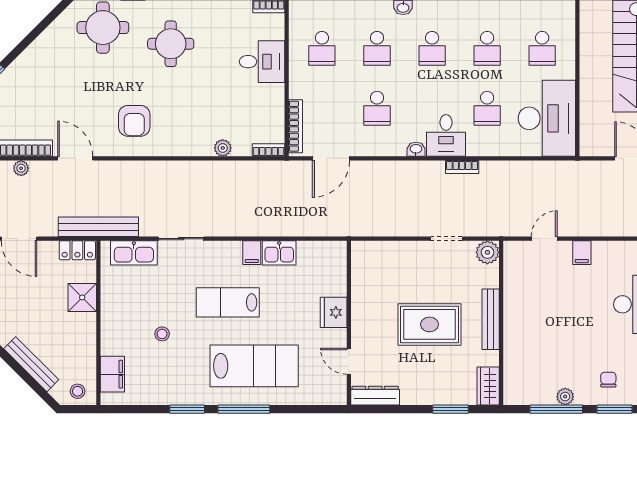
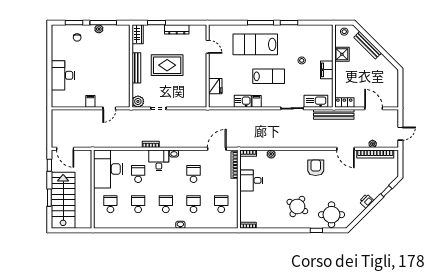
round table: (171, 44) -> (297, 207), turned 31
printer: (34, 55) -> (366, 201), added
desk: (262, 62) -> (251, 180), moved
shower: (82, 297) -> (342, 54), moved
fridge: (334, 312) -> (215, 86), moved
filing cabinet: (112, 374) -> (327, 70), moved
dresser: (375, 396) -> (177, 29), moved

